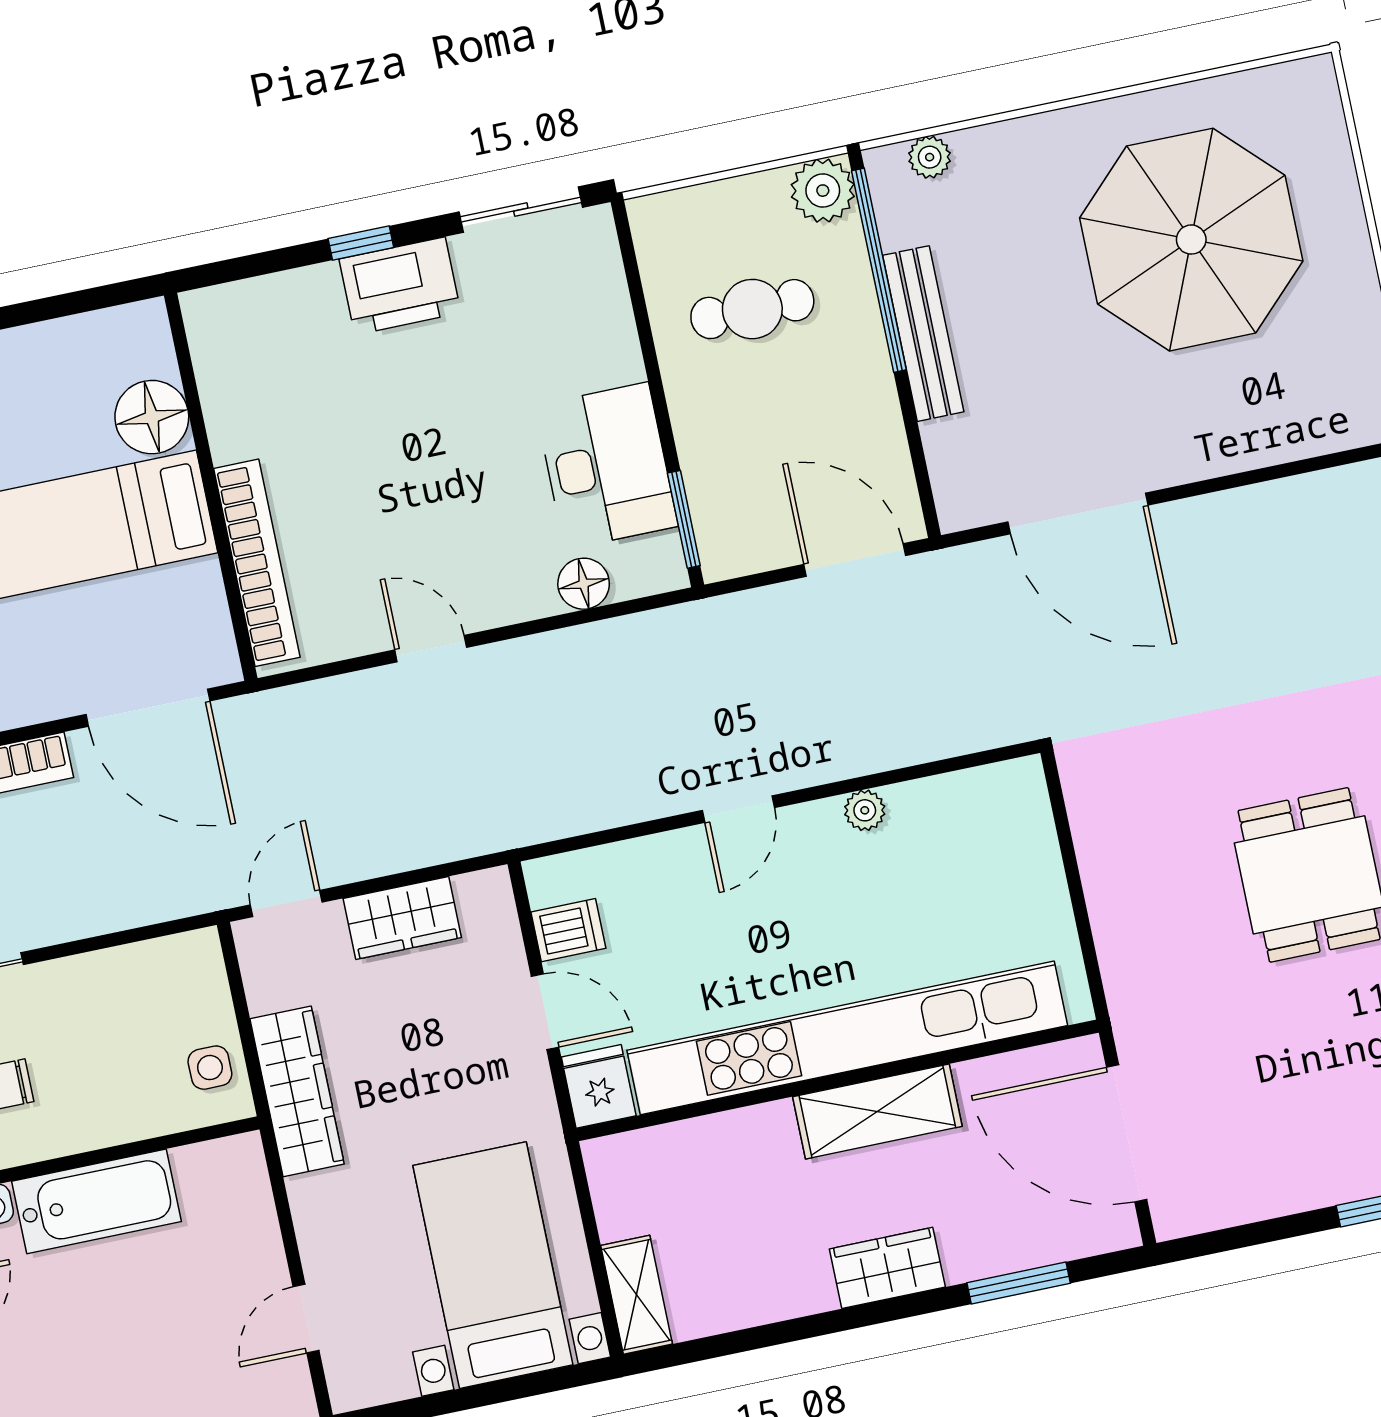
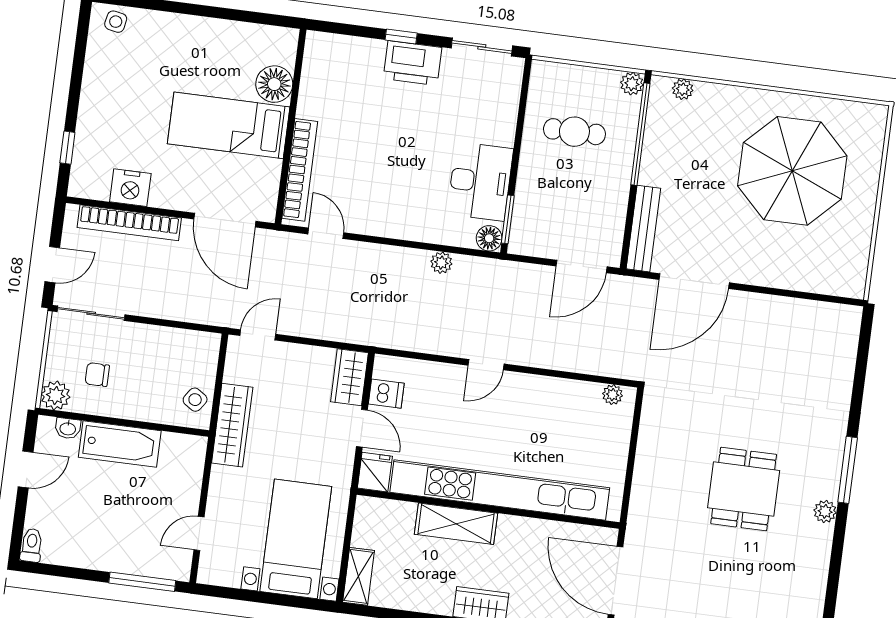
plant: (823, 191) -> (632, 84), width x0.73, depth x0.73
bench: (923, 334) -> (643, 229), moved
door: (1078, 513) -> (694, 281), hinge flipped
door: (855, 560) -> (582, 266), swing flipped
floor lamp: (584, 584) -> (489, 238), moved
plant: (586, 645) -> (441, 263), added
door: (431, 649) -> (326, 233), moved
plant: (865, 810) -> (613, 395), moved
wardrobe: (402, 918) -> (349, 377), moved, turned 90
side table: (210, 1068) -> (195, 400), turned 34
shelving: (877, 1112) -> (456, 524), moved

